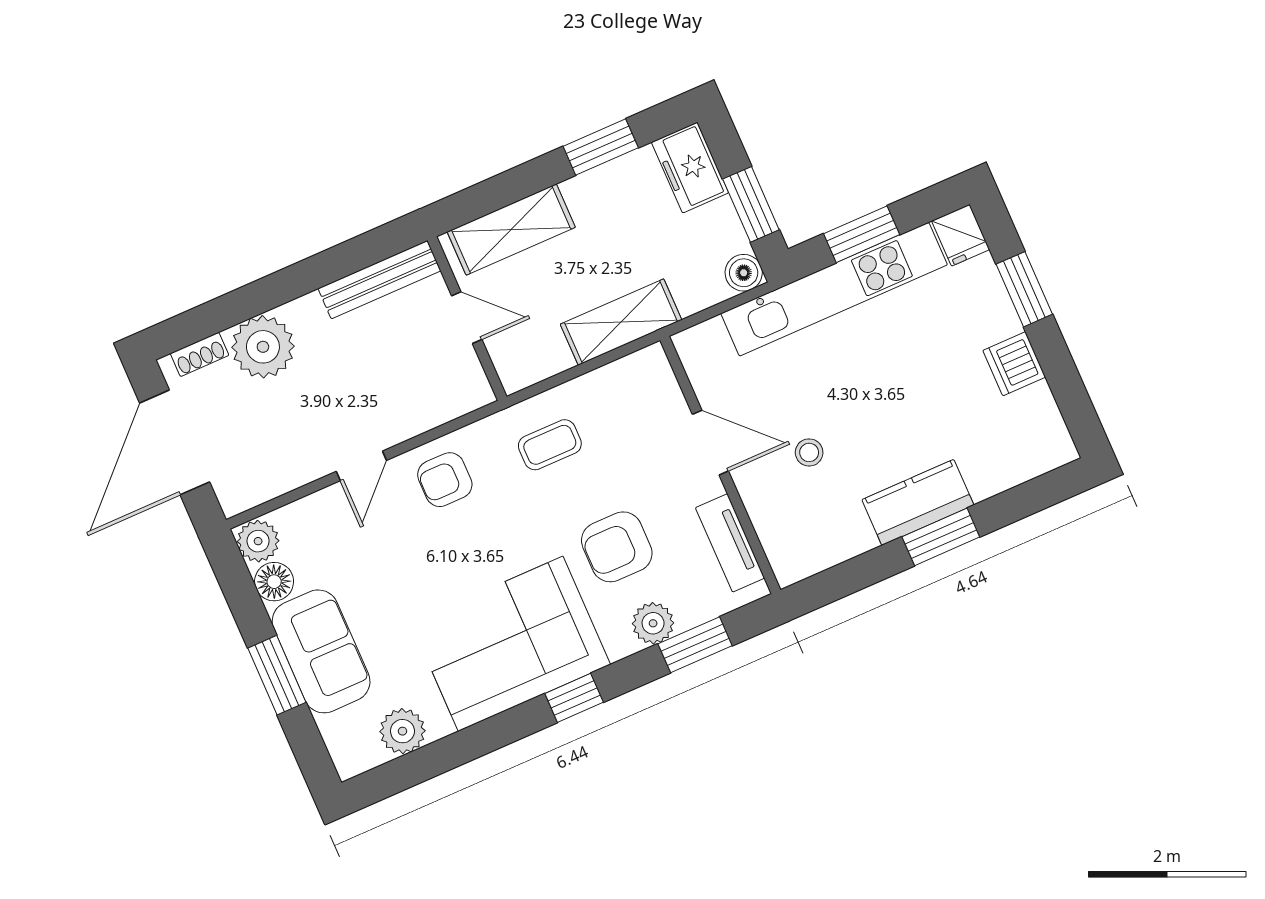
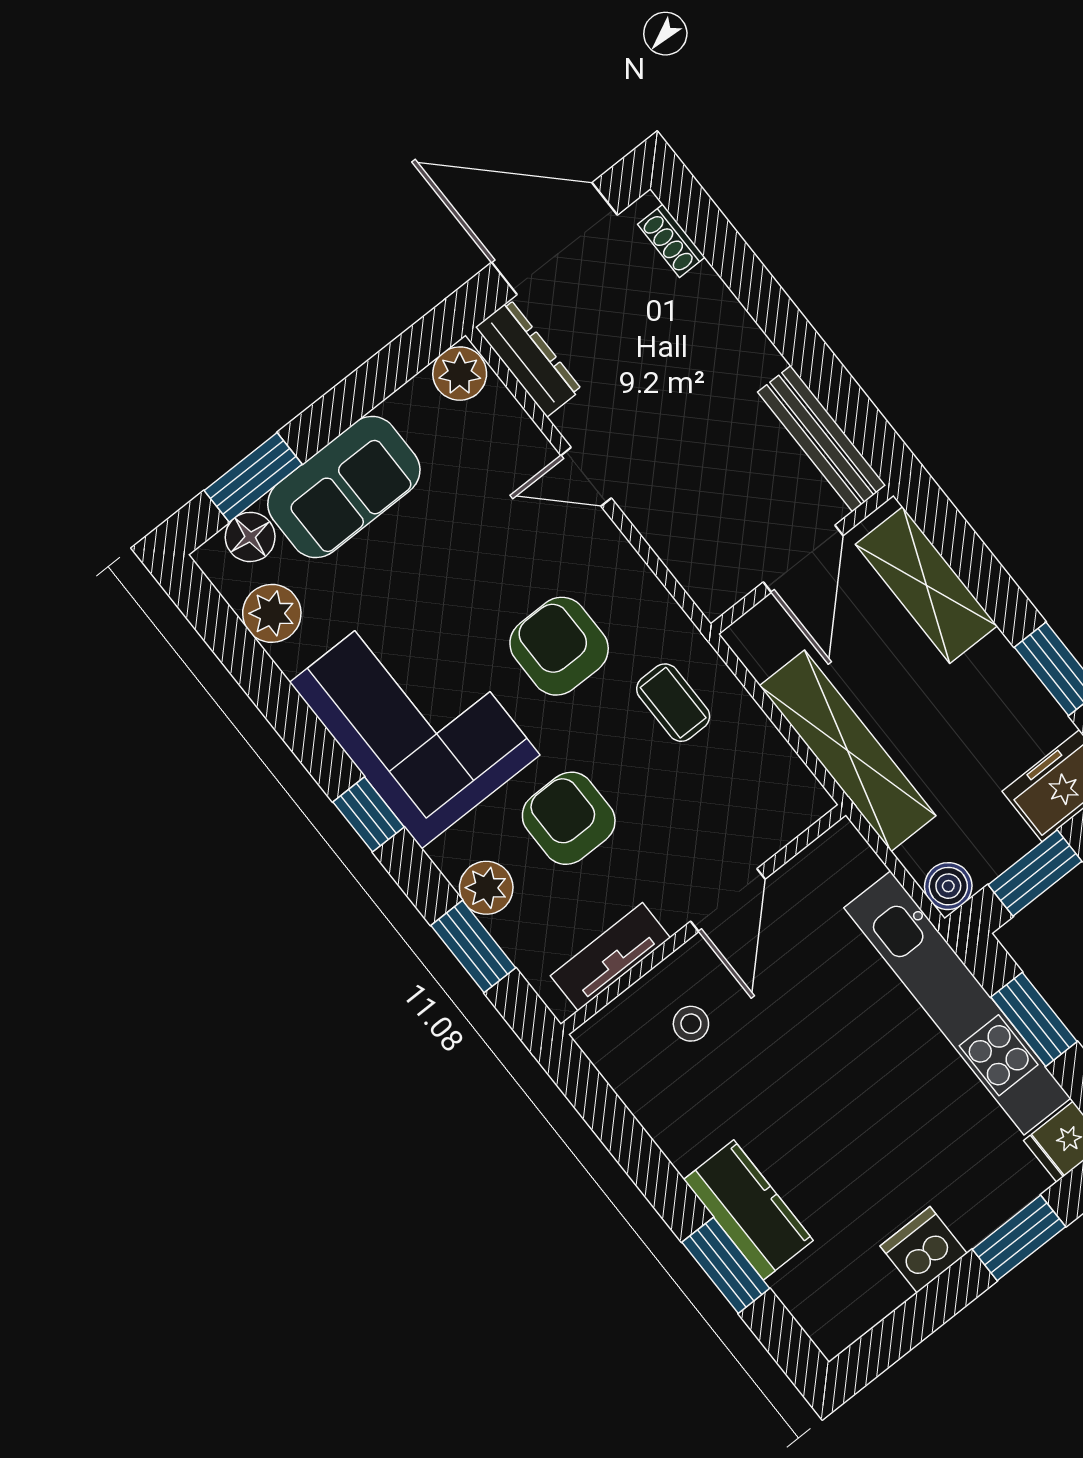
door: (467, 318) -> (803, 559), width x1.38
shelving: (621, 322) -> (848, 751), width x1.47
plant: (263, 347) -> (701, 317), removed
stool: (809, 452) -> (691, 1024), moved
armchair: (445, 480) -> (559, 646), moved, width x1.38, depth x1.38
dresser: (260, 486) -> (529, 358), added
kitchen counter: (918, 502) -> (748, 1210), moved
window: (941, 537) -> (726, 1265), moved
floor lamp: (274, 582) -> (250, 537), moved
window: (277, 675) -> (253, 477), moved

